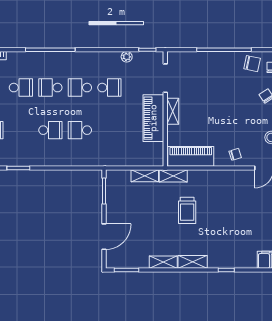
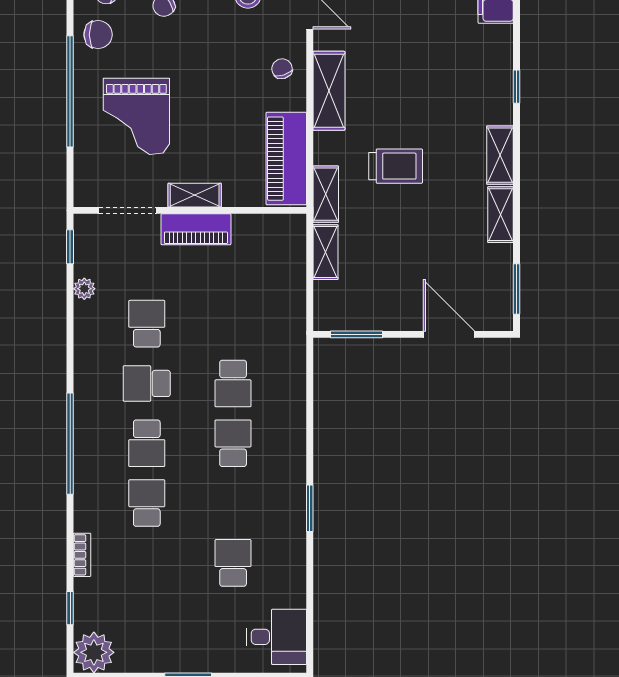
chair: (252, 64) -> (98, 35), turned 78
grand piano: (212, 82) -> (136, 116), added
school desk: (80, 88) -> (147, 383), turned 90
piano: (153, 118) -> (196, 229), width x0.73, depth x0.75
shelving: (224, 177) -> (329, 91), added

